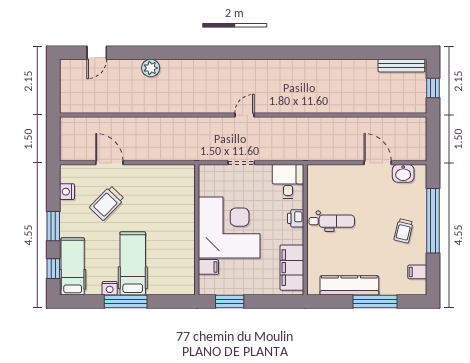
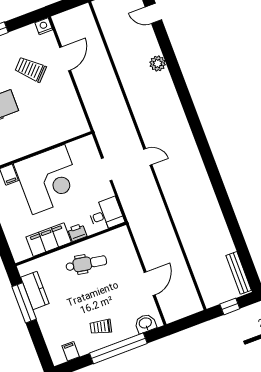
washbasin: (403, 173) -> (145, 323), moved, turned 90
nightstand: (67, 192) -> (44, 26), moved
dental chair: (332, 221) -> (86, 264), turned -80
filing cabinet: (292, 268) -> (49, 240), moved
kitchen counter: (349, 285) -> (35, 290), width x0.67
window: (375, 302) -> (24, 303), moved

